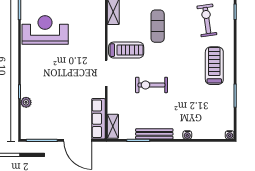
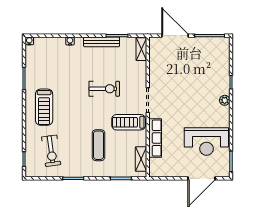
plant: (26, 102) -> (225, 100), moved
row of seats: (98, 119) -> (155, 138), moved

